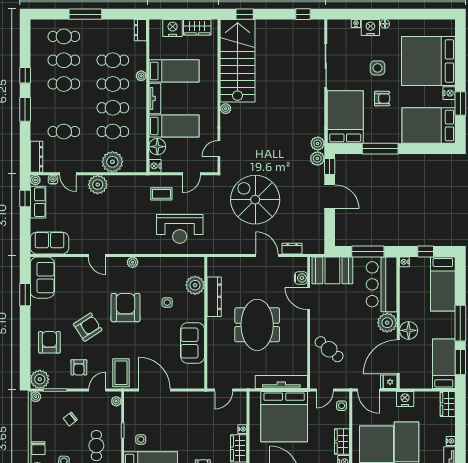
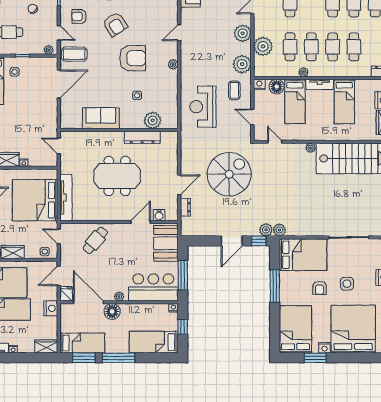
plant: (141, 76) -> (303, 72), moved
plant: (132, 185) -> (242, 64), added
plant: (387, 323) -> (119, 296), width x0.53, depth x0.53

